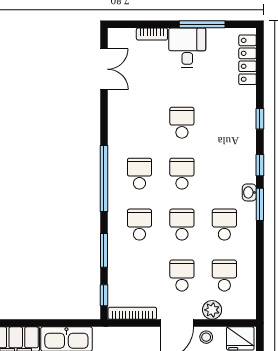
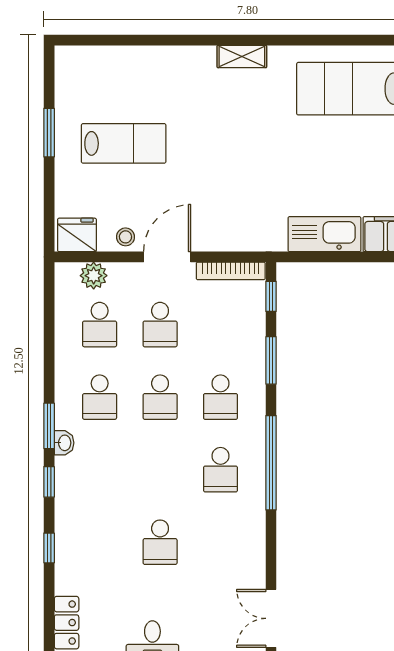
school desk: (182, 174) -> (160, 470), removed
plant: (212, 310) -> (94, 276), moved

